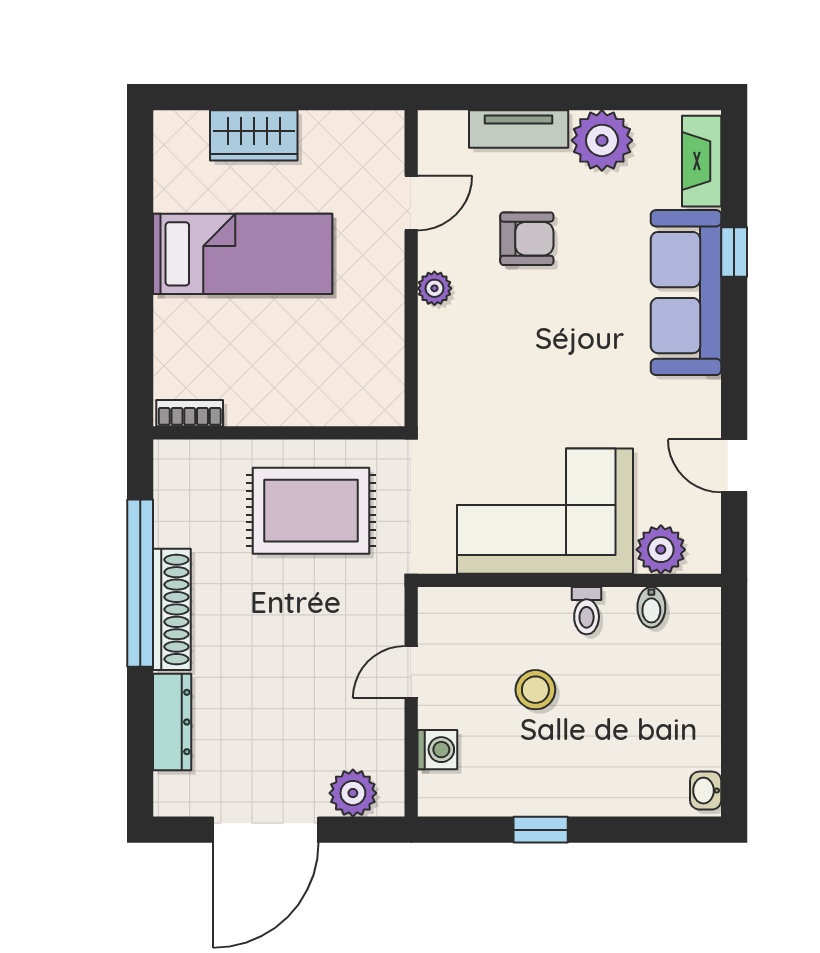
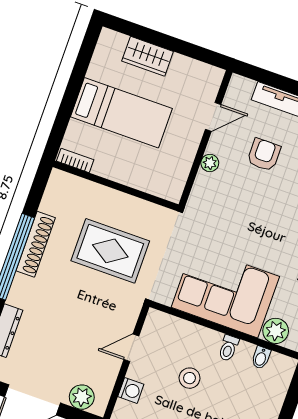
armchair: (527, 239) -> (264, 155), turned -90
bookcase: (190, 413) -> (75, 160), moved
wall: (279, 433) -> (116, 186), moved
shoe rack: (172, 609) -> (36, 244), moved

